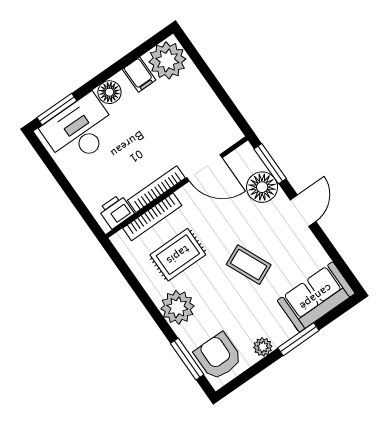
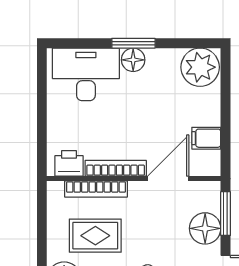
filing cabinet: (139, 75) -> (206, 138), moved, turned 90
window: (57, 109) -> (133, 43), moved
door: (204, 168) -> (168, 179), swing flipped

